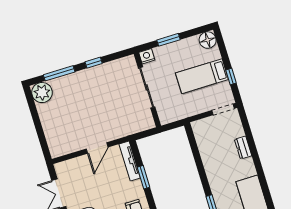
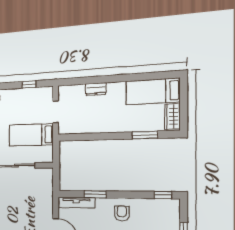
bed: (202, 76) -> (31, 135), moved, turned 90
doorway: (223, 109) -> (56, 112), moved

